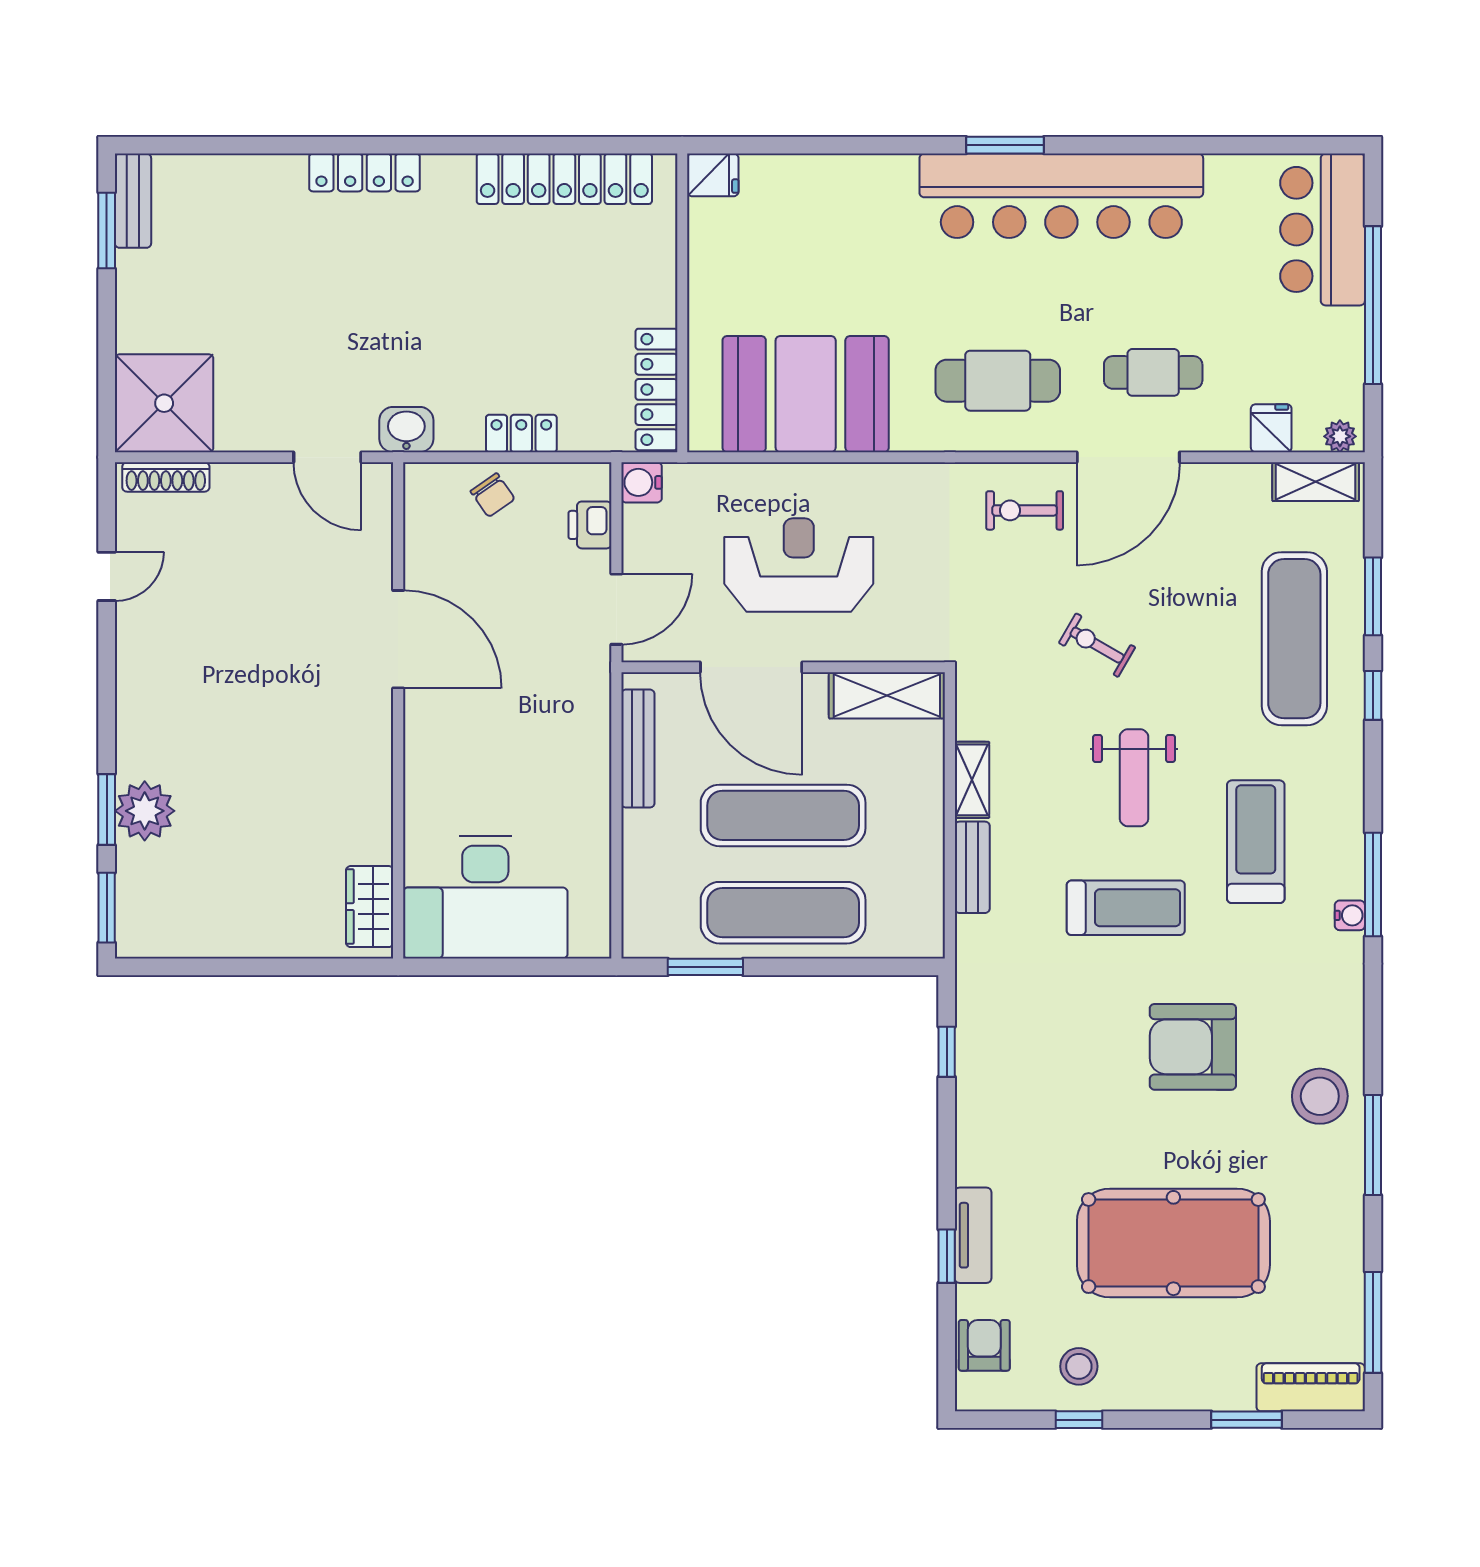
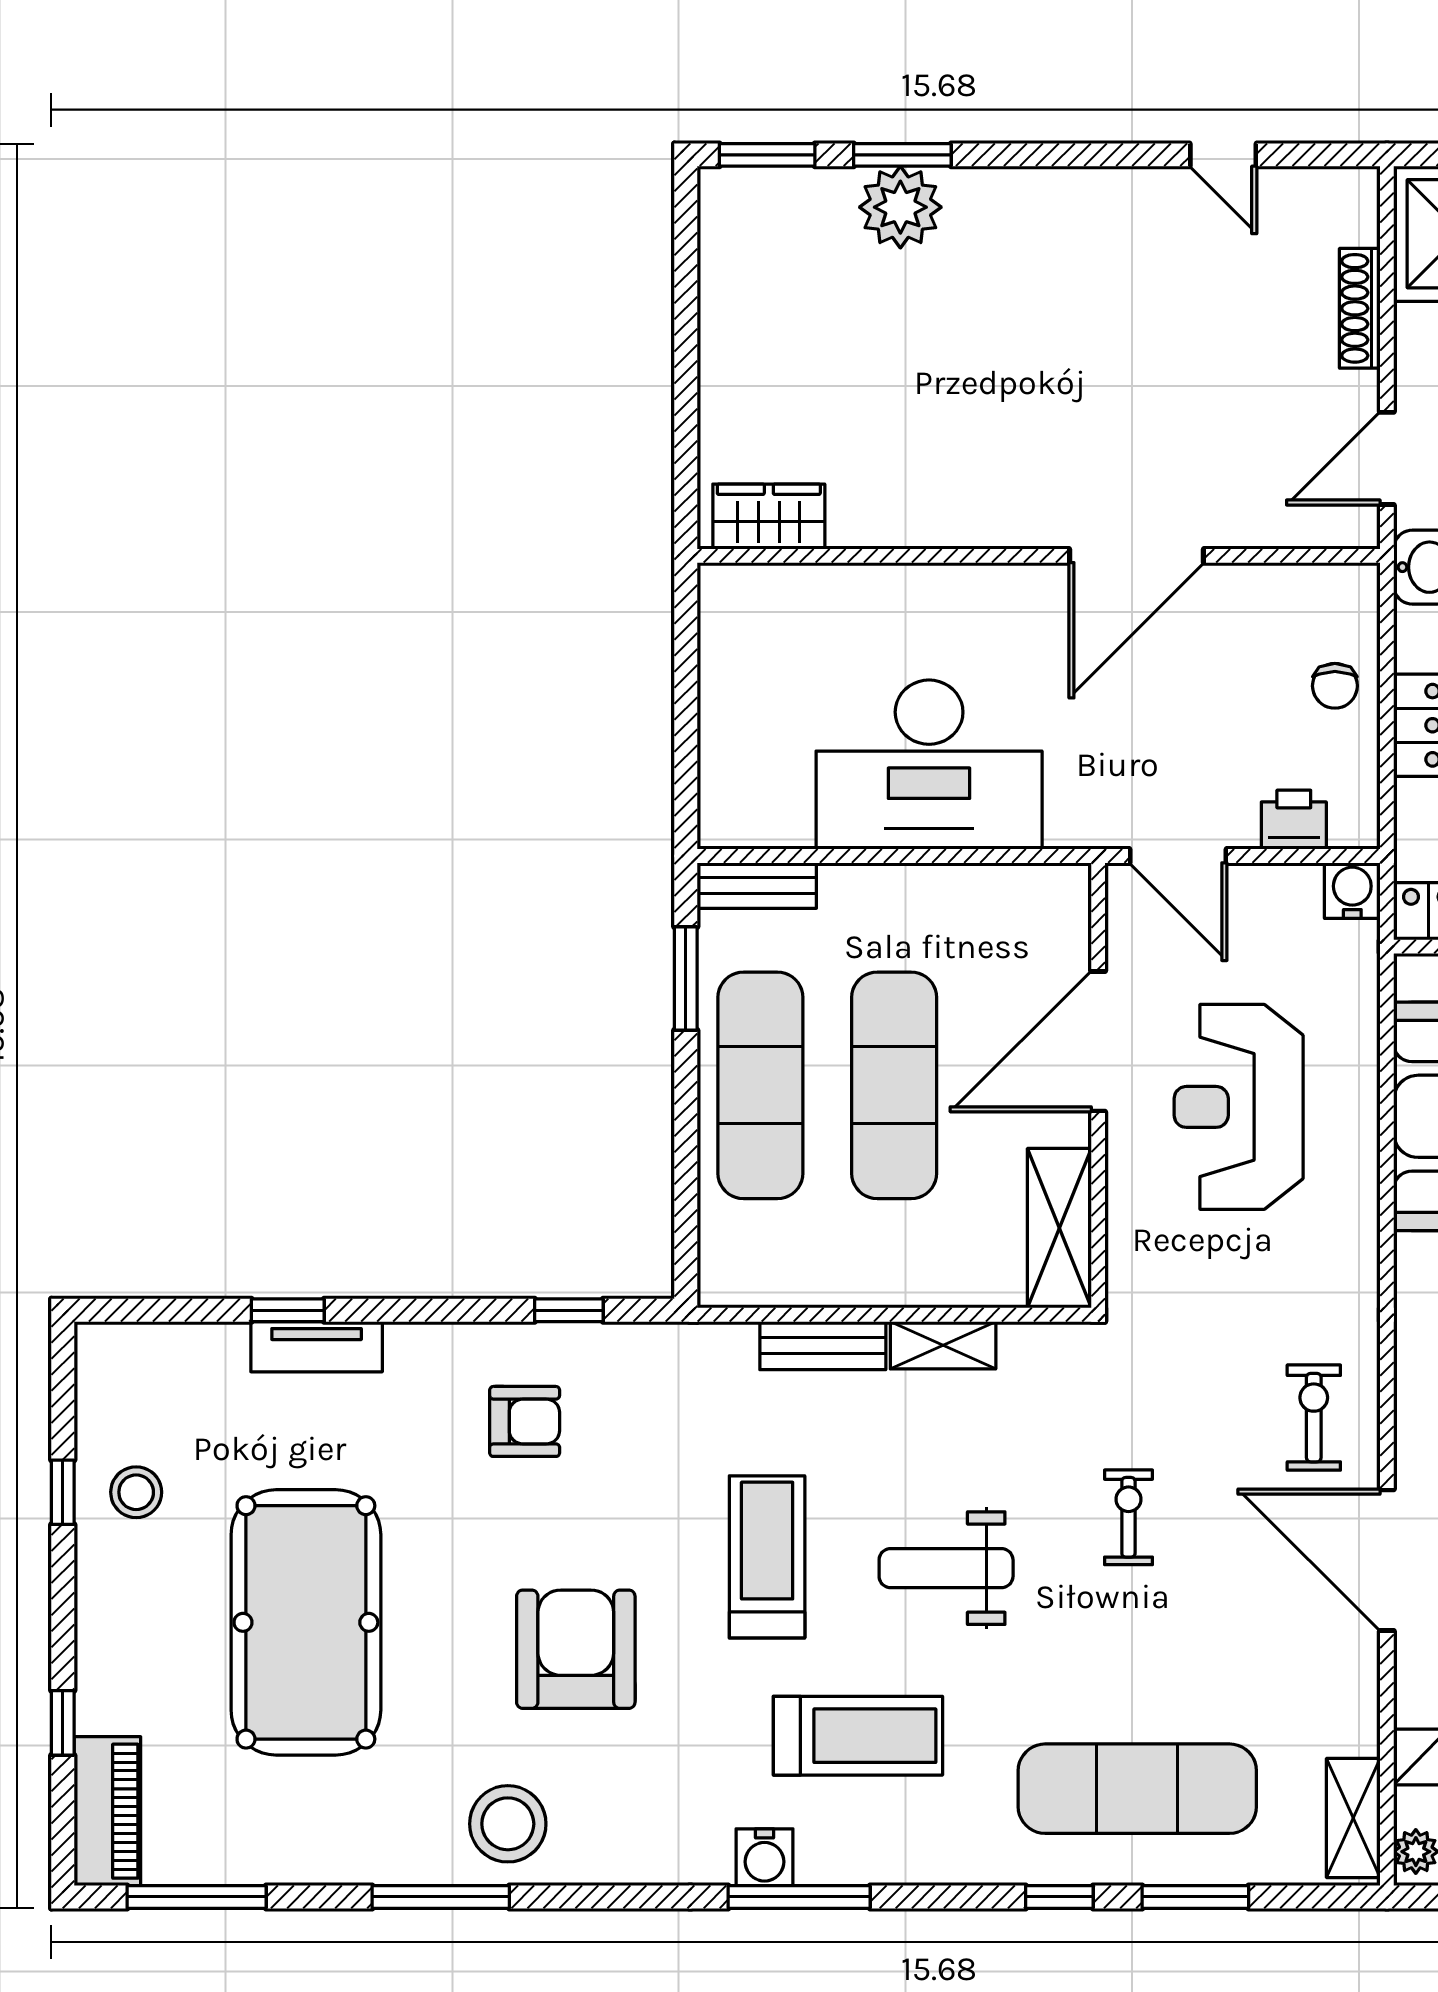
shoe rack: (166, 477) -> (1360, 308), moved
chair: (493, 495) -> (1335, 686), turned -55
reception desk: (799, 565) -> (1239, 1107), turned 180
exercise bike: (1097, 645) -> (1128, 1517), turned -30
bench: (638, 749) -> (757, 886), moved, width x0.73
desk: (485, 897) -> (929, 765), moved, turned -90
treadmill: (1126, 908) -> (767, 1557), turned 180
water cooler: (1350, 915) -> (765, 1857), width x1.38, depth x1.38
armchair: (984, 1345) -> (525, 1421), moved
window: (1246, 1420) -> (63, 1723), width x0.67

